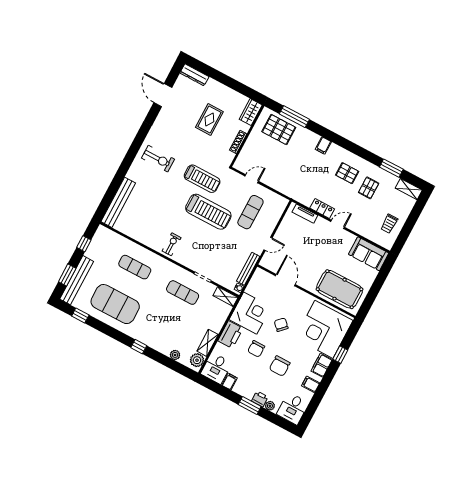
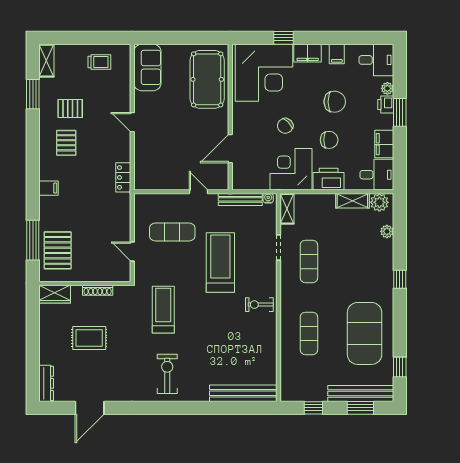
locker: (322, 208) -> (123, 177), moved
treadmill: (208, 212) -> (220, 262), moved
tv unit: (305, 214) -> (140, 167), removed
filing cabinet: (229, 382) -> (384, 144), width x2.00

